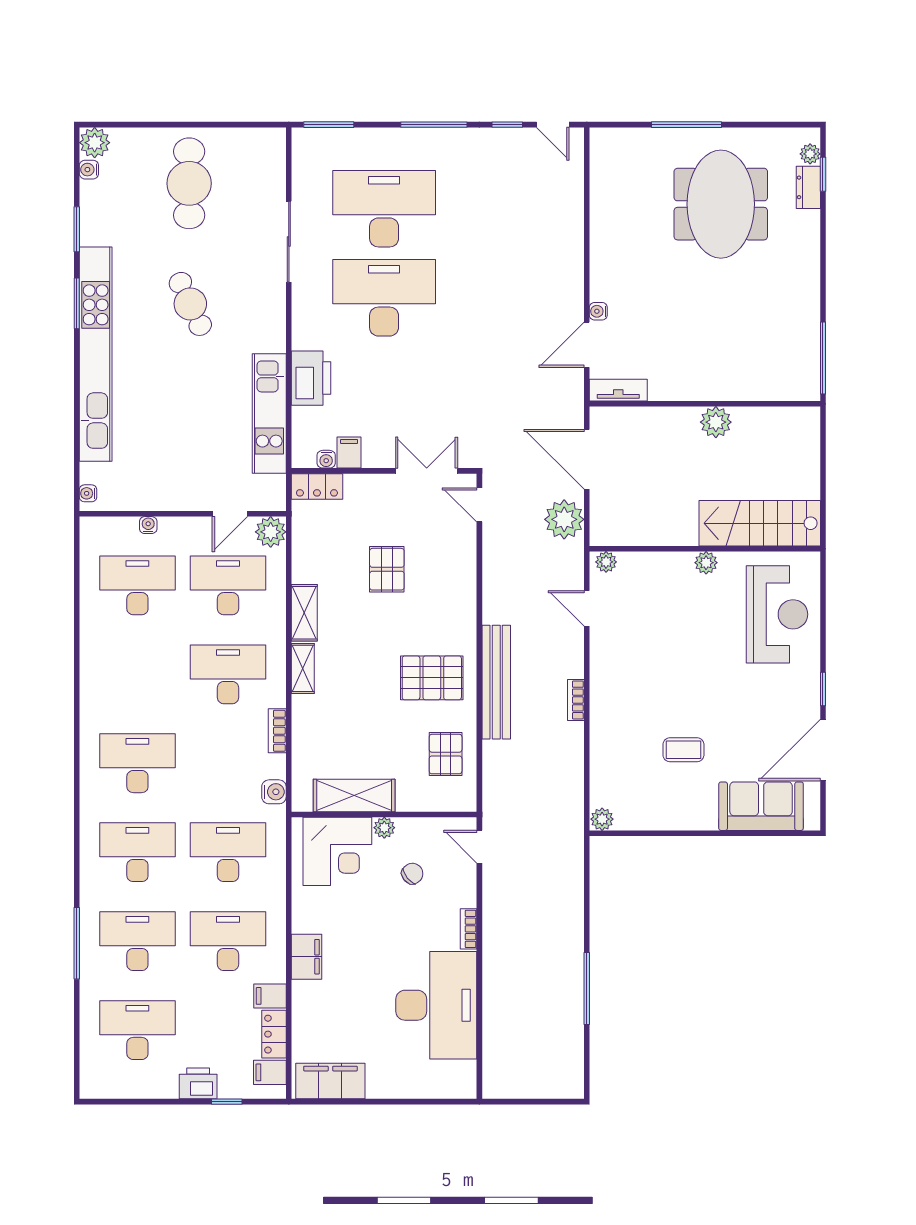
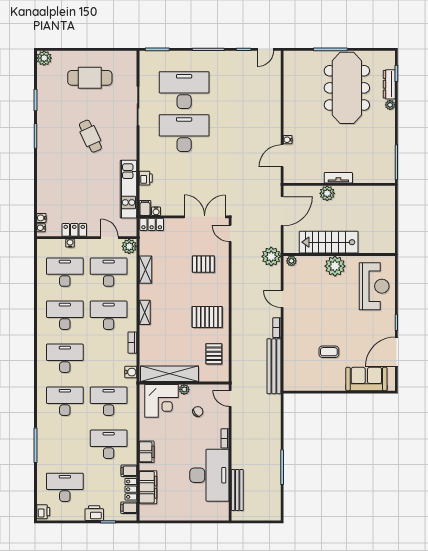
door: (553, 125) -> (266, 49), hinge flipped
plant: (810, 154) -> (390, 105), moved
water cooler: (89, 170) -> (41, 218), moved
cafe table: (189, 183) -> (90, 78), turned 90
dresser: (808, 187) -> (389, 84), width x1.44
meeting table: (721, 204) -> (347, 88), width x1.36
kitchen unit: (96, 354) -> (45, 160), removed
printer: (311, 378) -> (146, 178), width x0.53, depth x0.68
tv unit: (618, 390) -> (338, 178), moved
plant: (716, 422) -> (327, 193), moved
filing cabinet: (349, 452) -> (145, 208), moved
door: (587, 459) -> (282, 211), swing flipped
double door: (427, 471) -> (205, 217), width x1.37
locker: (157, 498) -> (74, 230), added
door: (230, 514) -> (110, 238), swing flipped
plant: (564, 519) -> (271, 256), moved
stairs: (760, 523) -> (329, 242), moved
plant: (706, 563) -> (335, 266), width x1.87, depth x1.87
pallet: (387, 569) -> (203, 264), moved, turned 90
door: (587, 608) -> (282, 299), moved
shelving: (304, 613) -> (145, 270), moved
bench: (496, 682) -> (274, 366), moved
shelving: (354, 795) -> (170, 374), width x1.47
plant: (602, 819) -> (289, 385), removed
desk: (137, 941) -> (65, 315), moved
bench: (494, 1036) -> (237, 490), added
printer: (93, 1081) -> (43, 512), added
filing cabinet: (330, 1081) -> (148, 487), moved, turned 90

